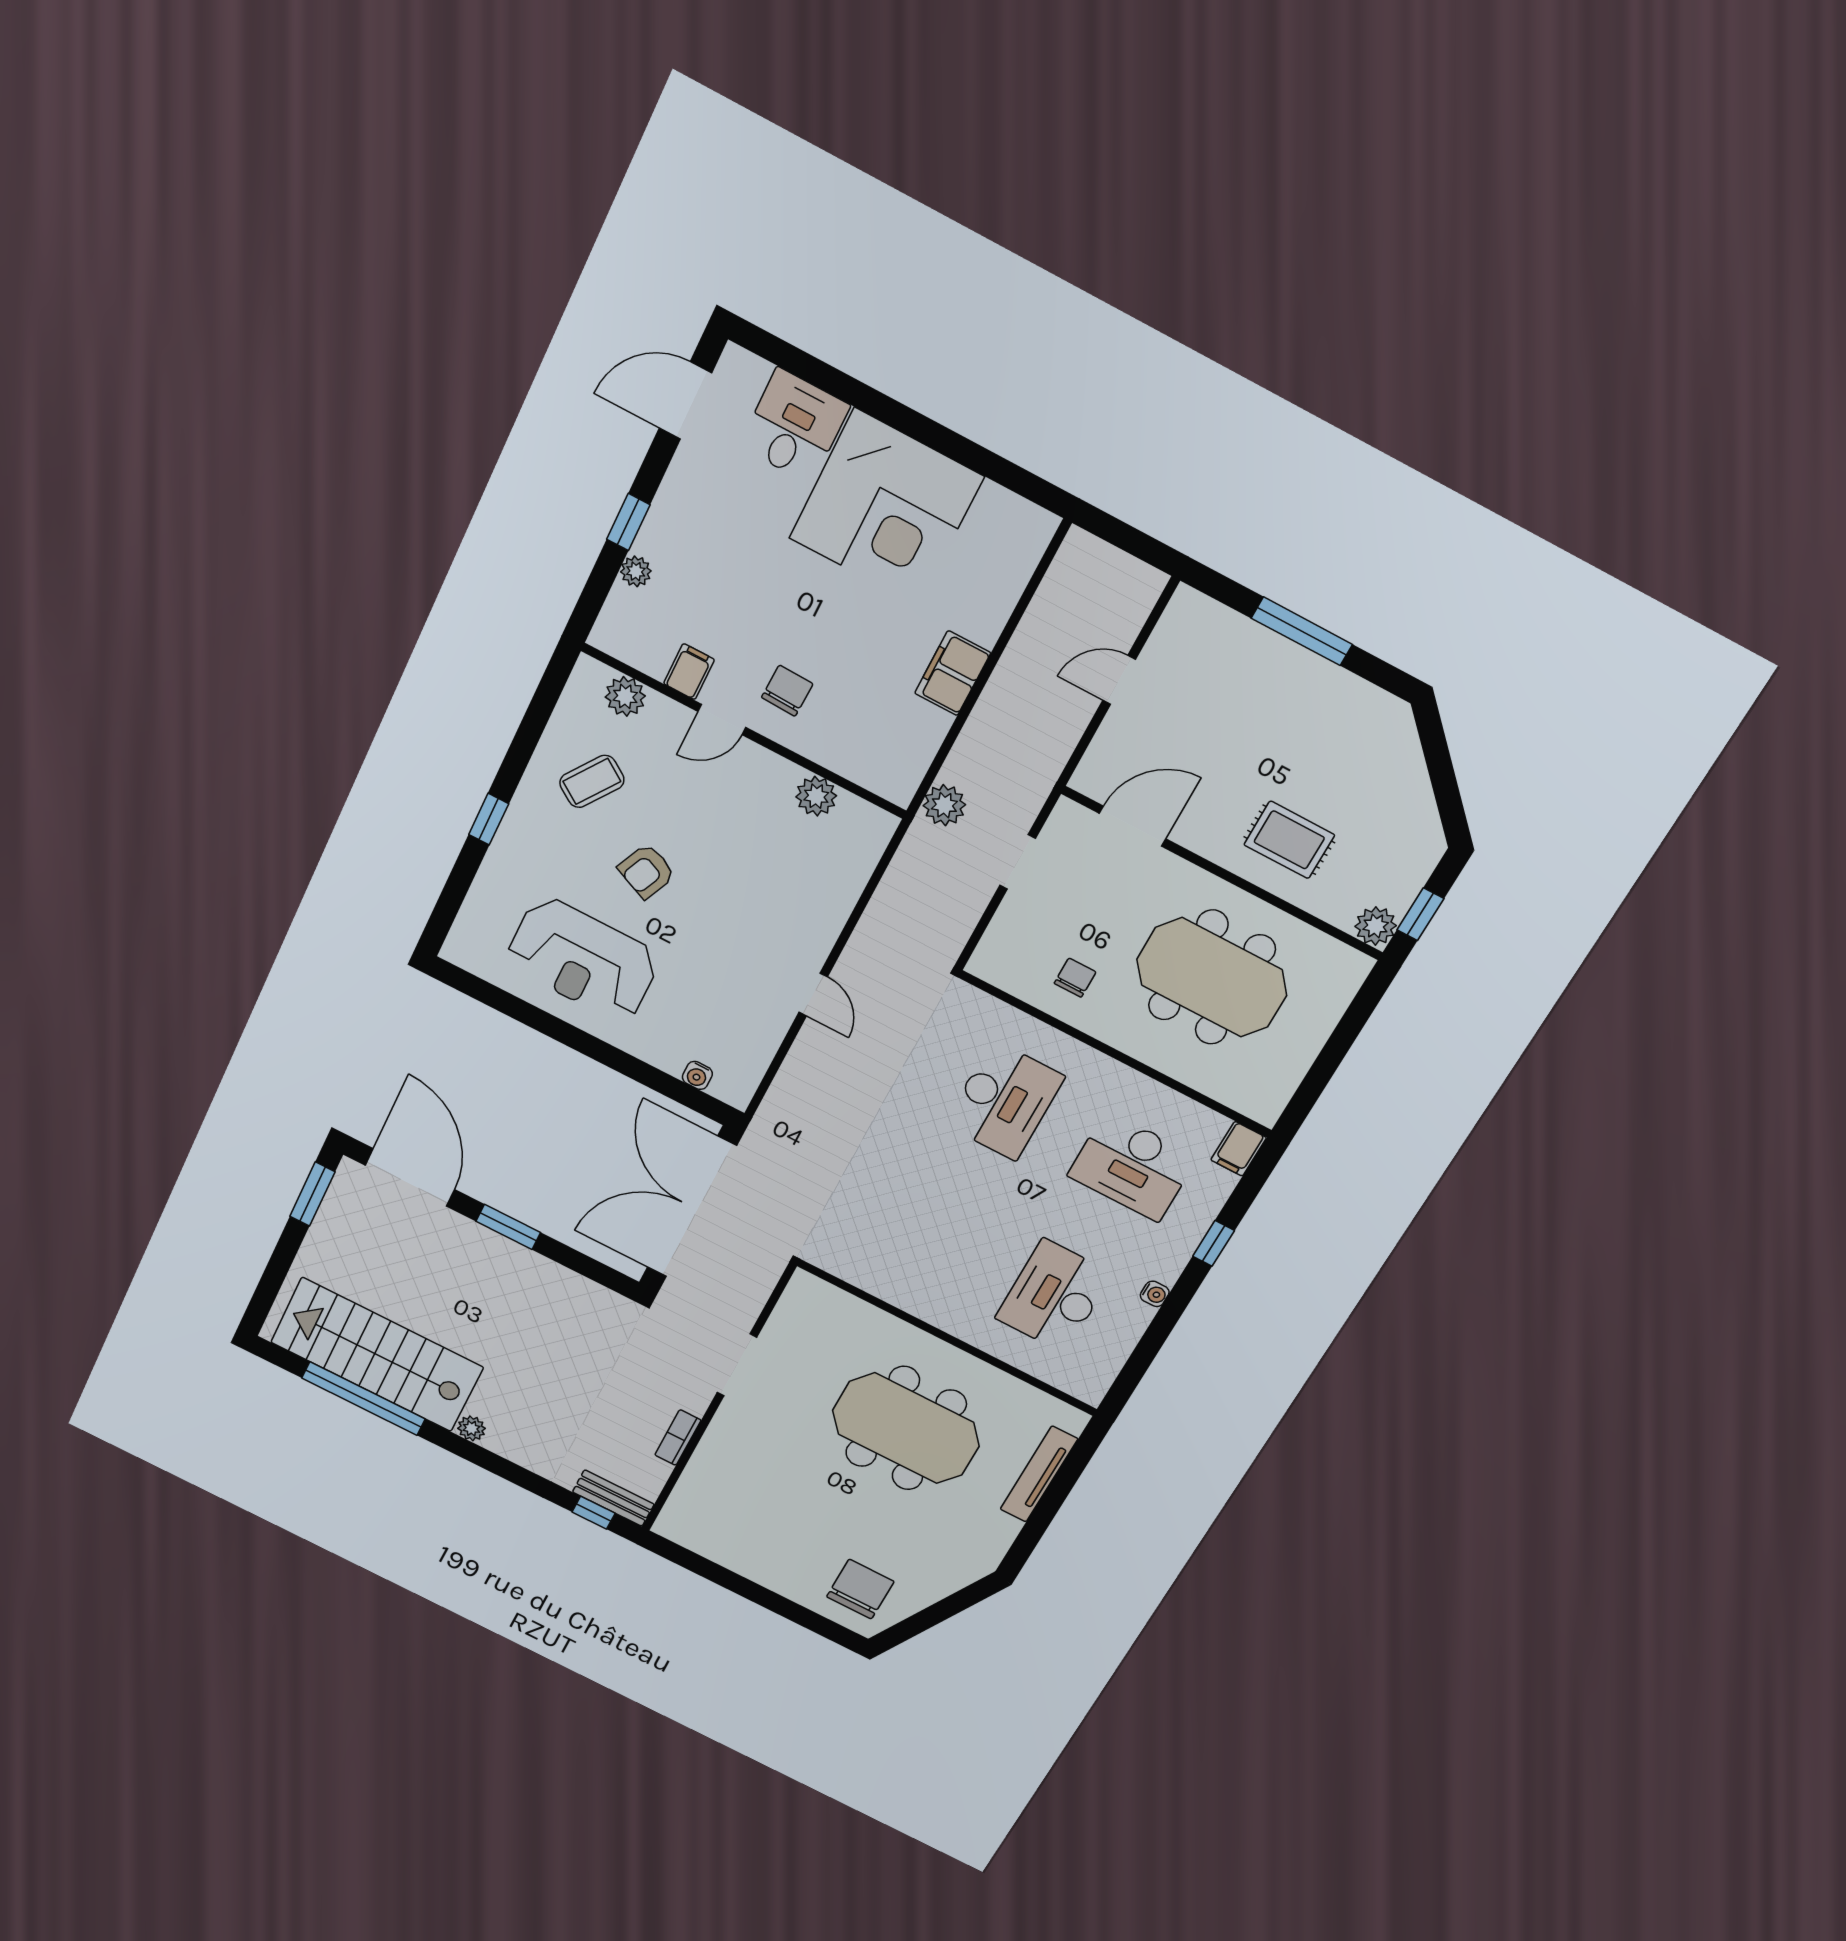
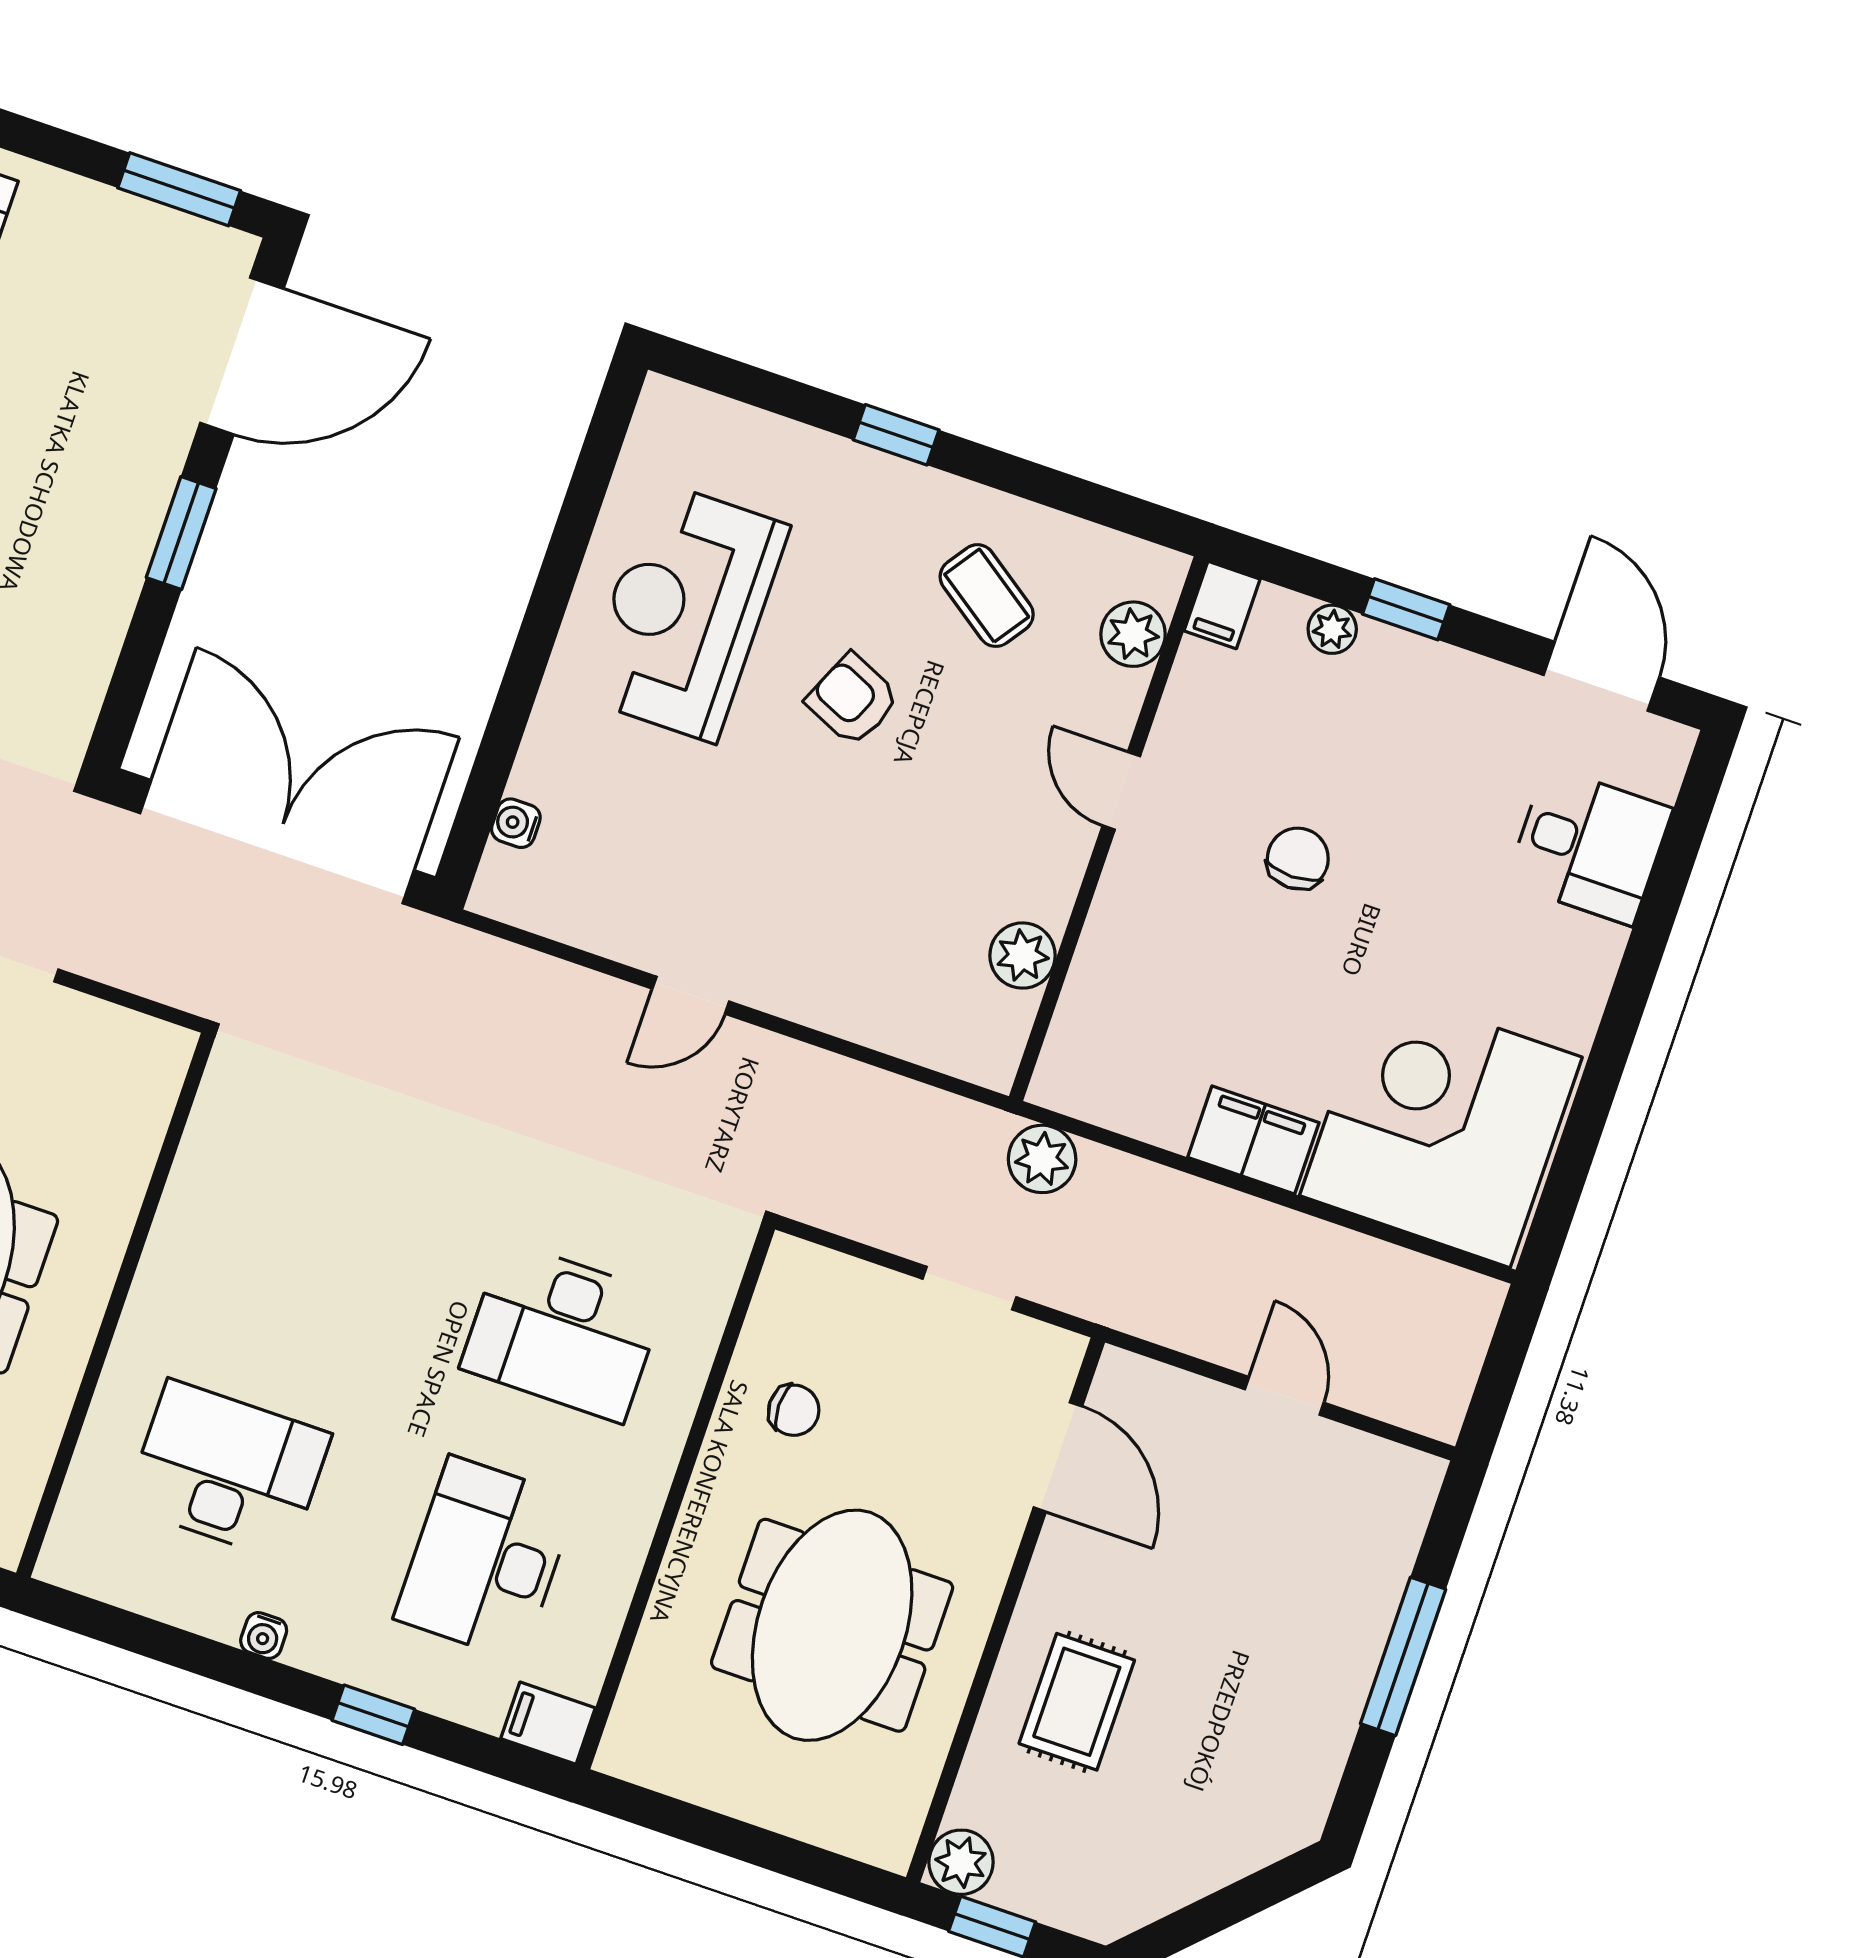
corner desk: (886, 507) -> (1441, 1126), moved, turned 90
filing cabinet: (689, 672) -> (1222, 605), moved, turned 90
chair: (787, 691) -> (1298, 859), moved, turned -92

